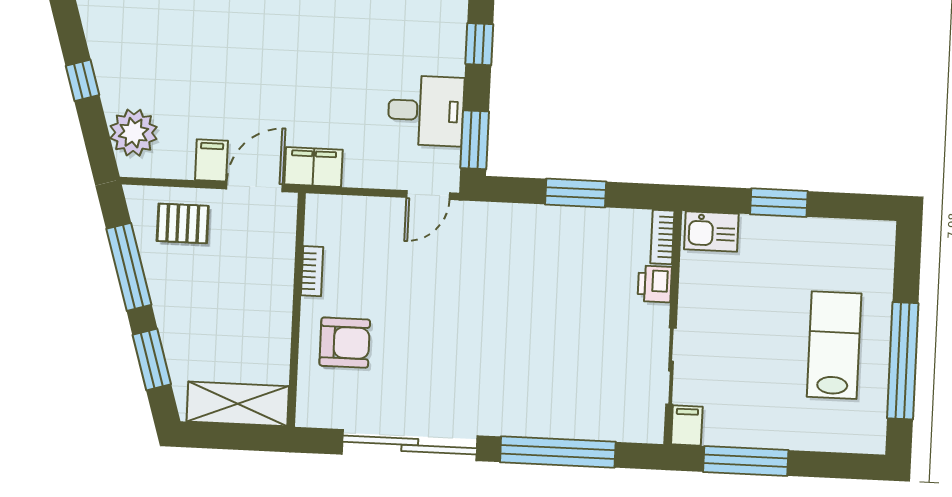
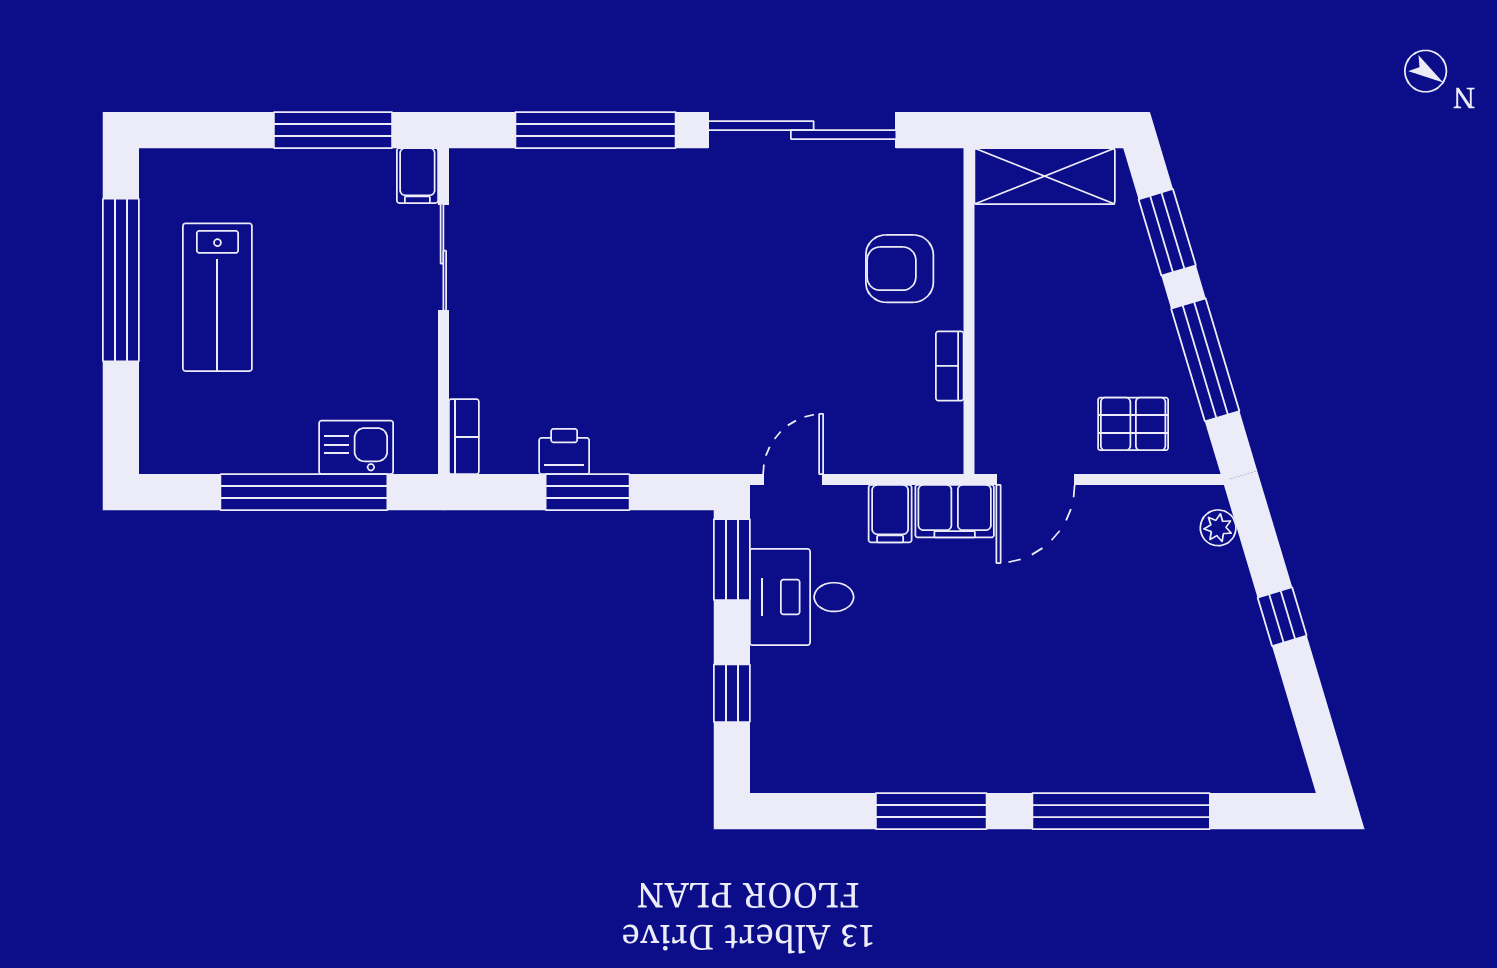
plant: (134, 133) -> (1218, 528), width x0.53, depth x0.53
filing cabinet: (211, 160) -> (890, 514), moved
window: (779, 203) -> (304, 492), width x2.11
kitchen sink: (711, 232) -> (356, 447), moved
printer: (655, 284) -> (564, 451), moved, turned -90

